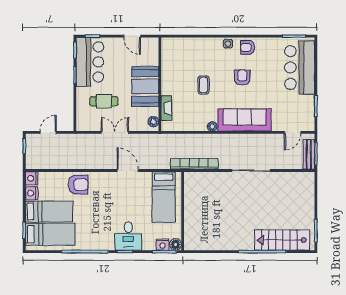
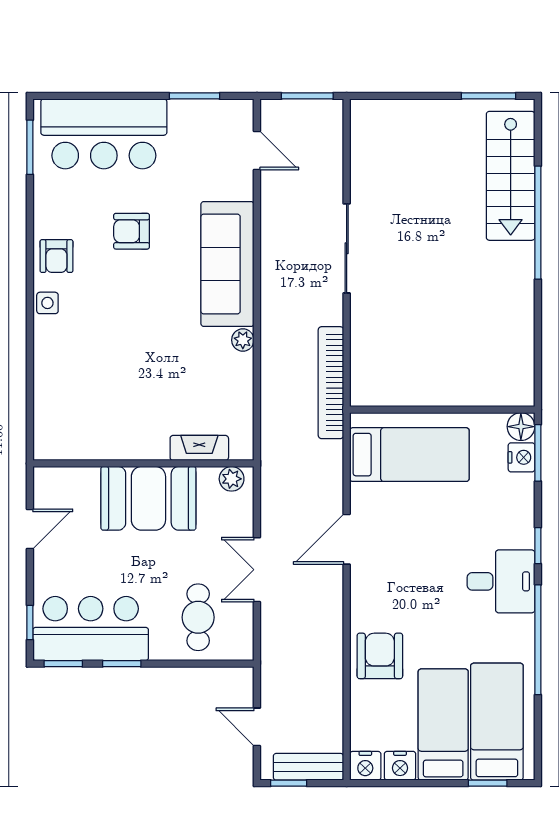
armchair: (242, 78) -> (132, 231), moved
coffee table: (204, 85) -> (145, 360), removed
cafe table: (104, 101) -> (198, 617), moved
bench: (309, 154) -> (308, 767), moved
desk: (128, 236) -> (501, 581), moved

